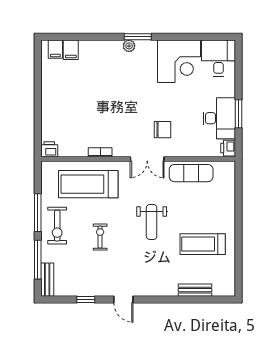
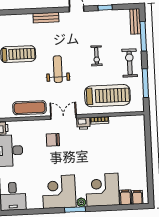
corner desk: (101, 61) -> (102, 190), added
corner desk: (179, 61) -> (59, 192), moved
printer: (49, 149) -> (83, 123), moved
window: (38, 213) -> (145, 83), moved
bench: (195, 290) -> (46, 18), moved

